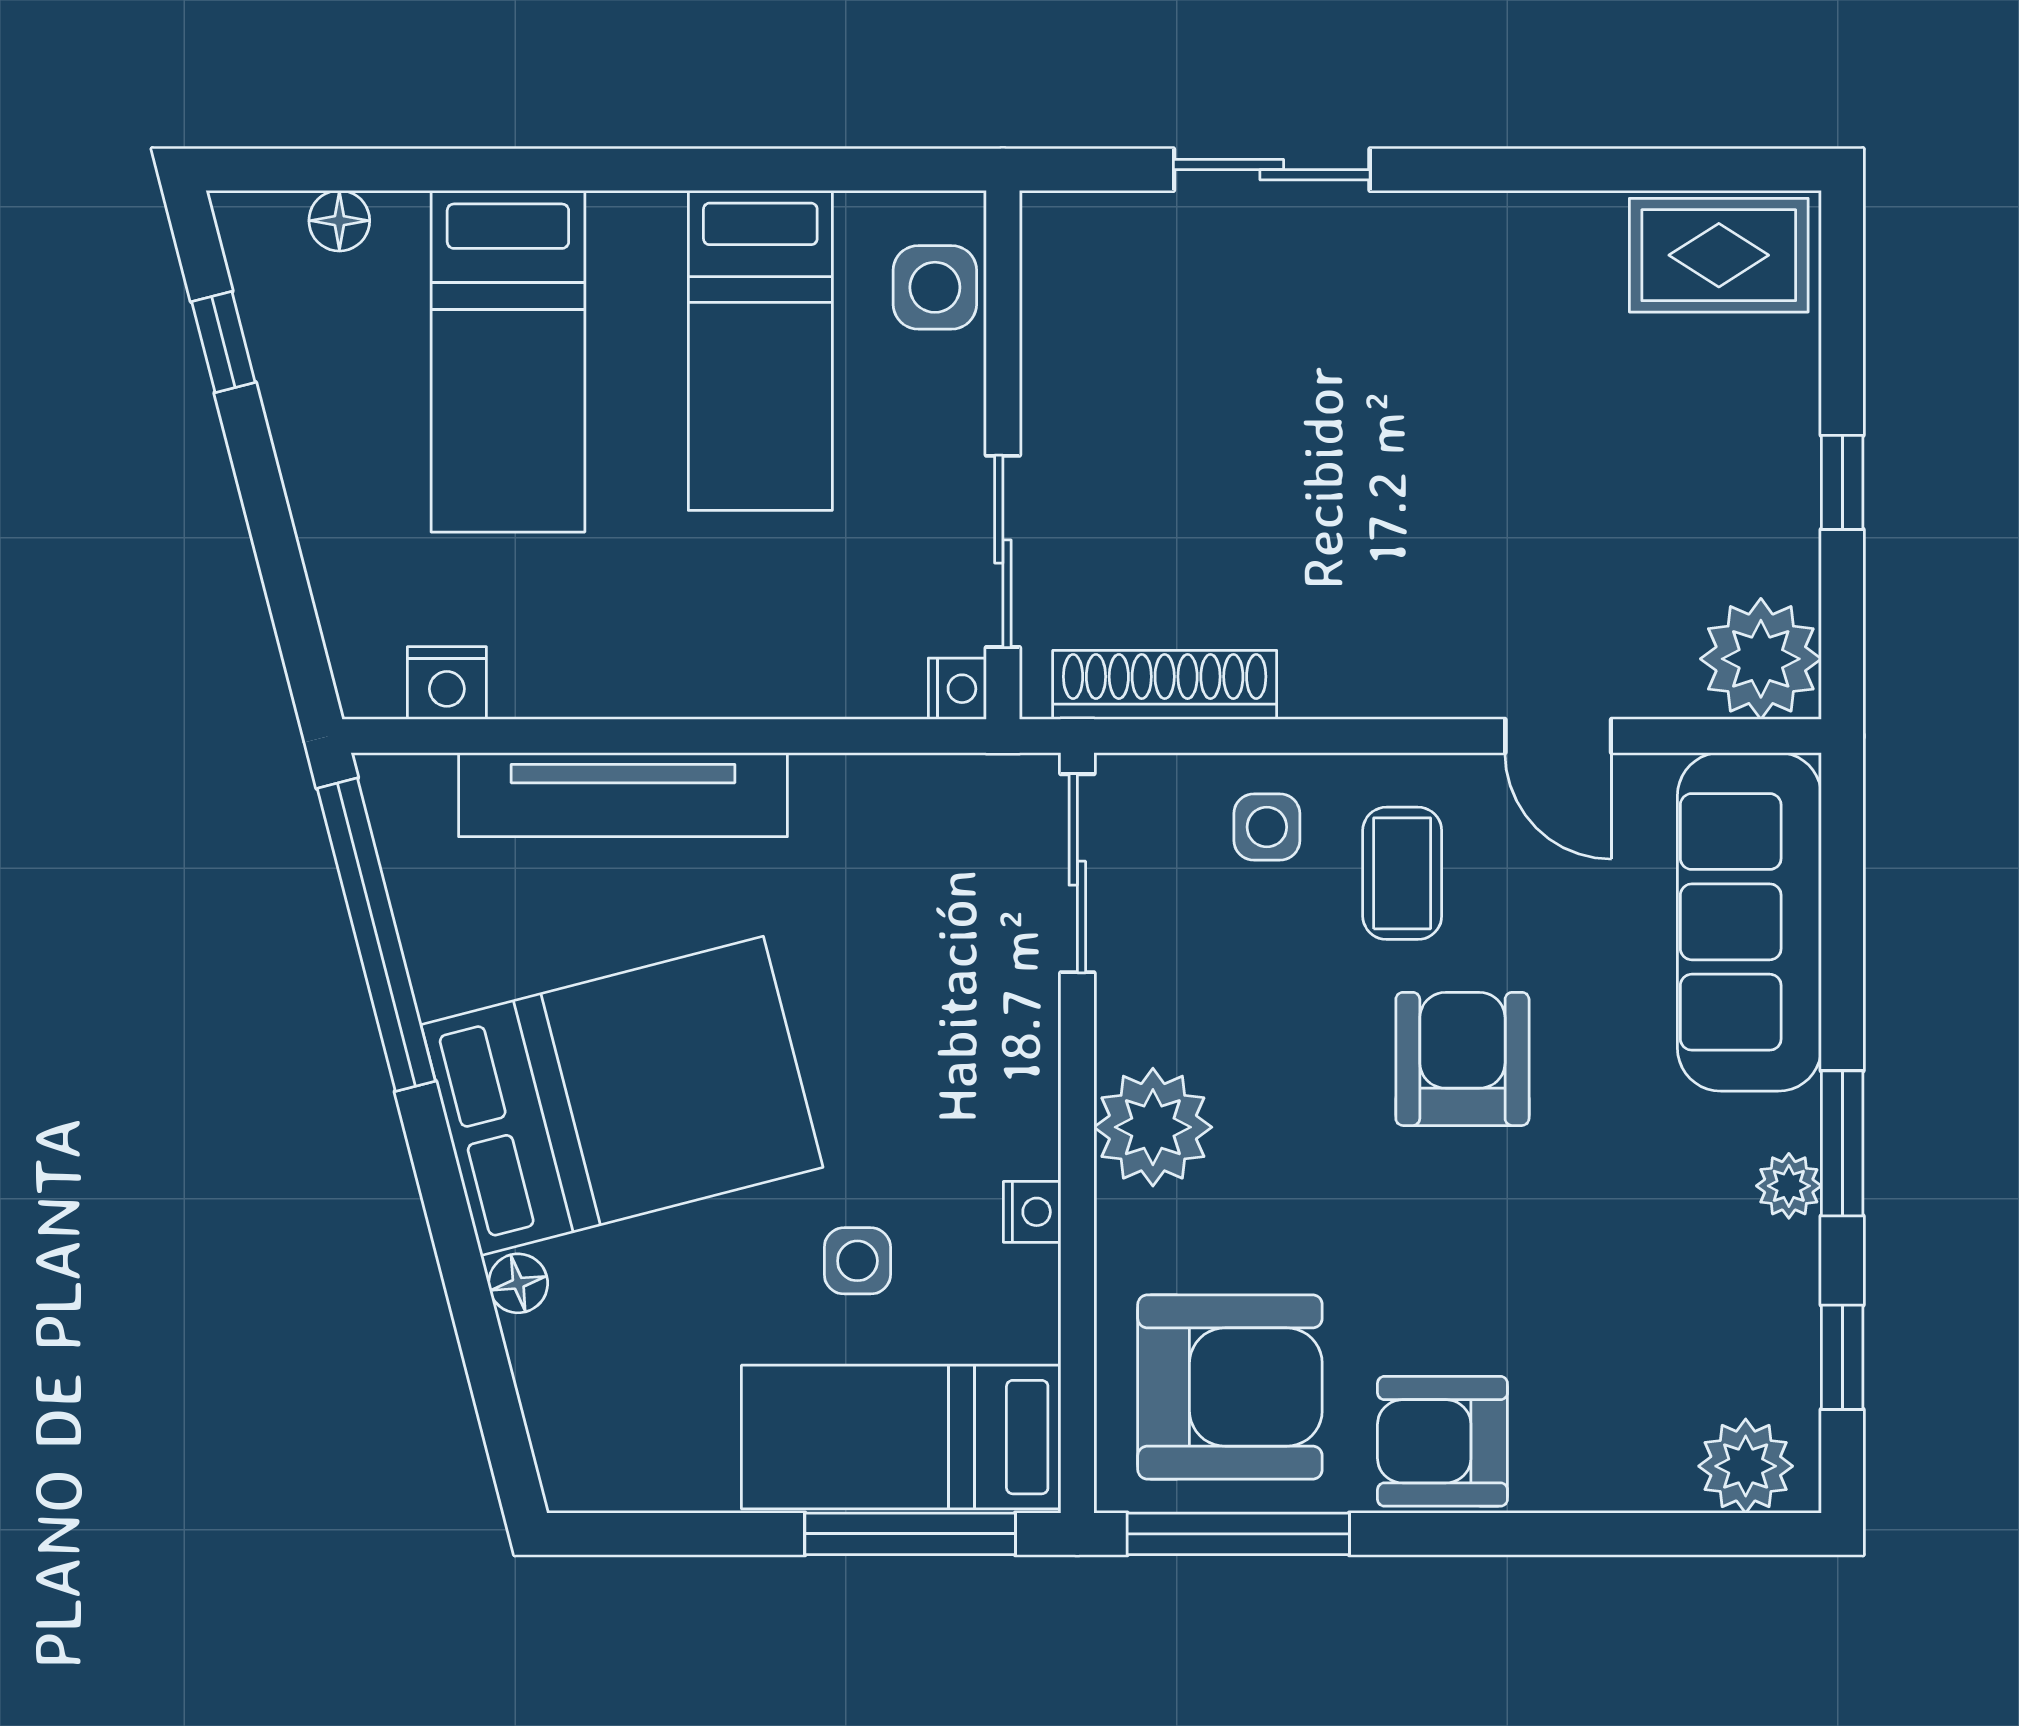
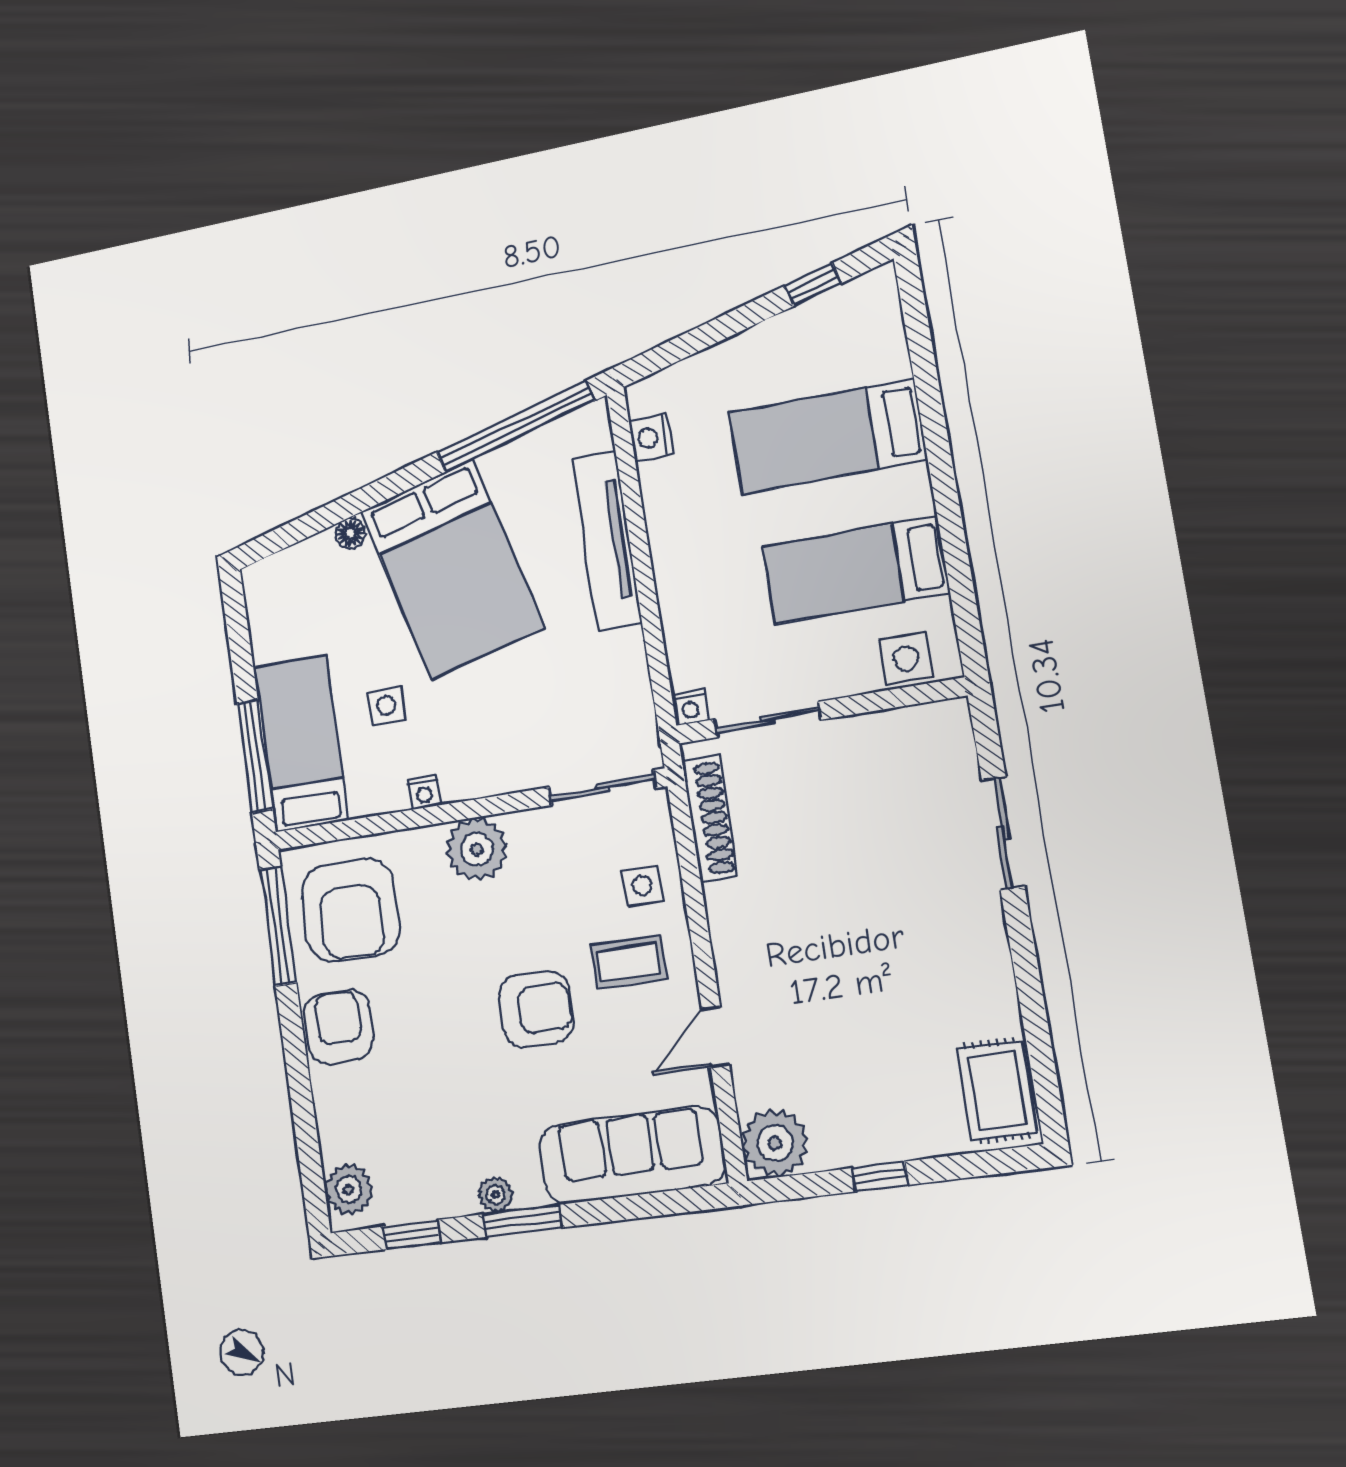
floor lamp: (339, 221) -> (889, 332), removed

